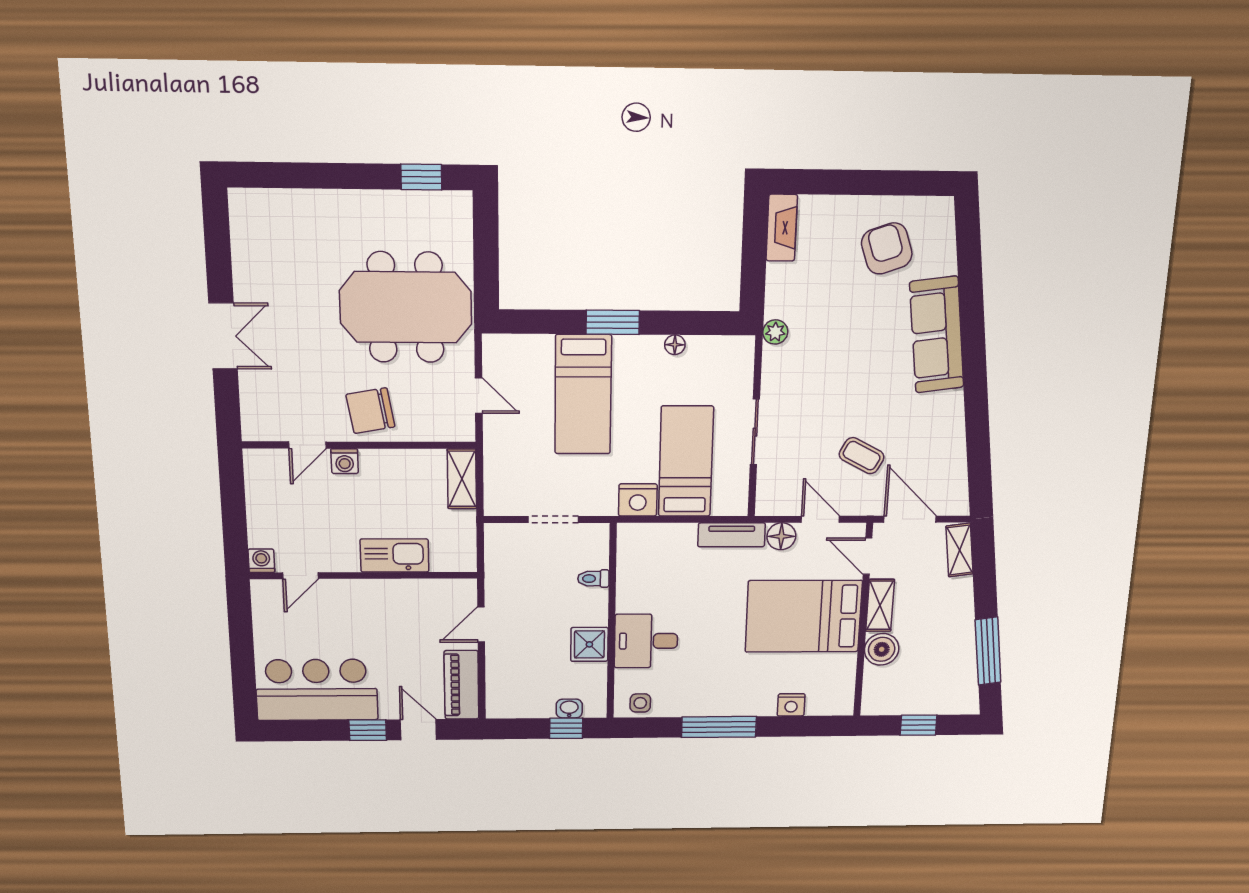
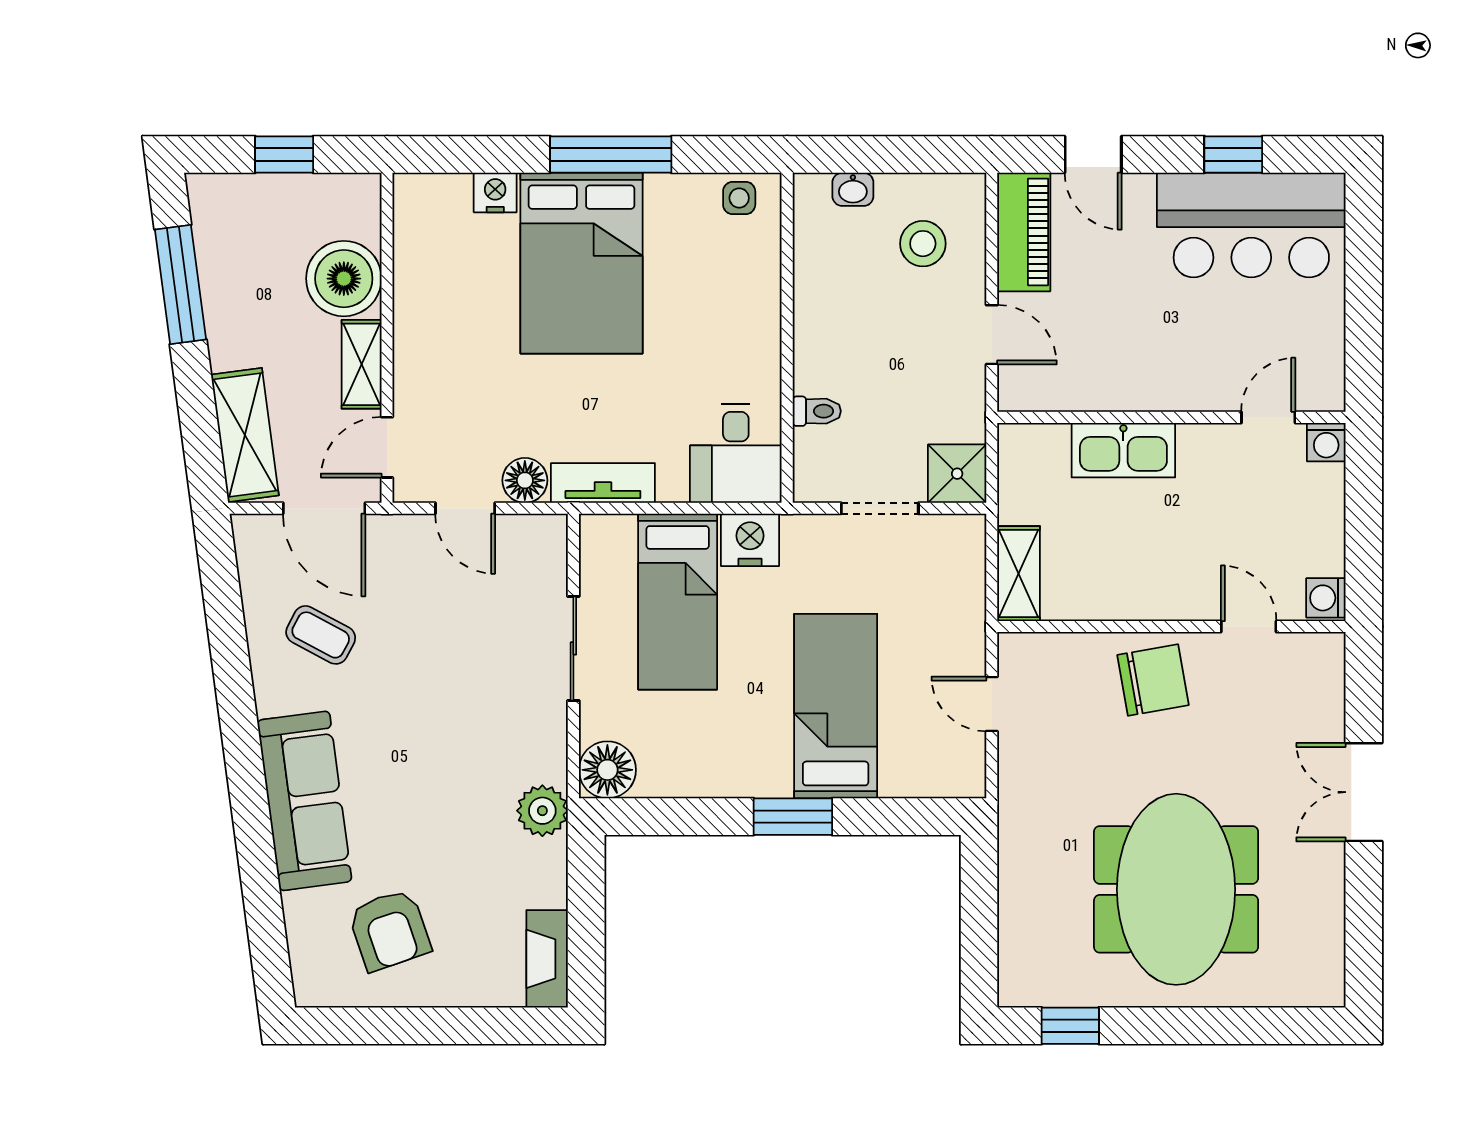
meeting table: (406, 307) -> (1176, 889), moved, turned 90
plant: (775, 332) -> (542, 811), width x1.38, depth x1.38
floor lamp: (675, 345) -> (607, 770), moved, width x1.89, depth x1.89
door: (307, 445) -> (1249, 627), hinge flipped
coffee table: (862, 456) -> (321, 635), moved
washing machine: (345, 461) -> (1326, 598), moved, turned -90
shelving: (960, 550) -> (245, 435), width x1.50, depth x1.33
door: (868, 556) -> (387, 447), swing flipped
bed: (804, 616) -> (581, 263), moved, turned 90
door: (481, 625) -> (992, 335), hinge flipped
desk: (646, 641) -> (736, 453), moved, turned 90
shower: (589, 644) -> (957, 474), moved
boiler: (882, 649) -> (344, 279), width x1.37, depth x1.37
stool: (525, 678) -> (923, 244), added
window: (566, 728) -> (858, 154), removed
window: (368, 730) -> (1233, 154), moved

